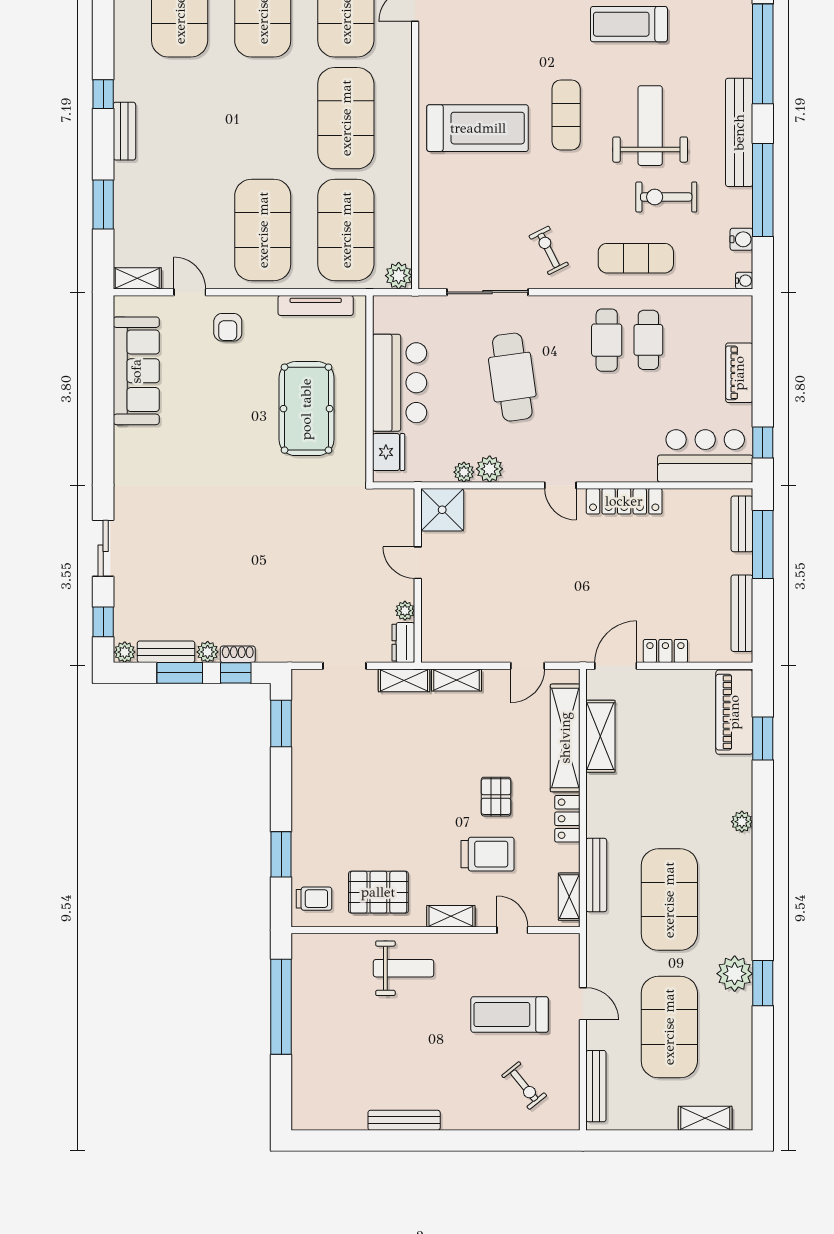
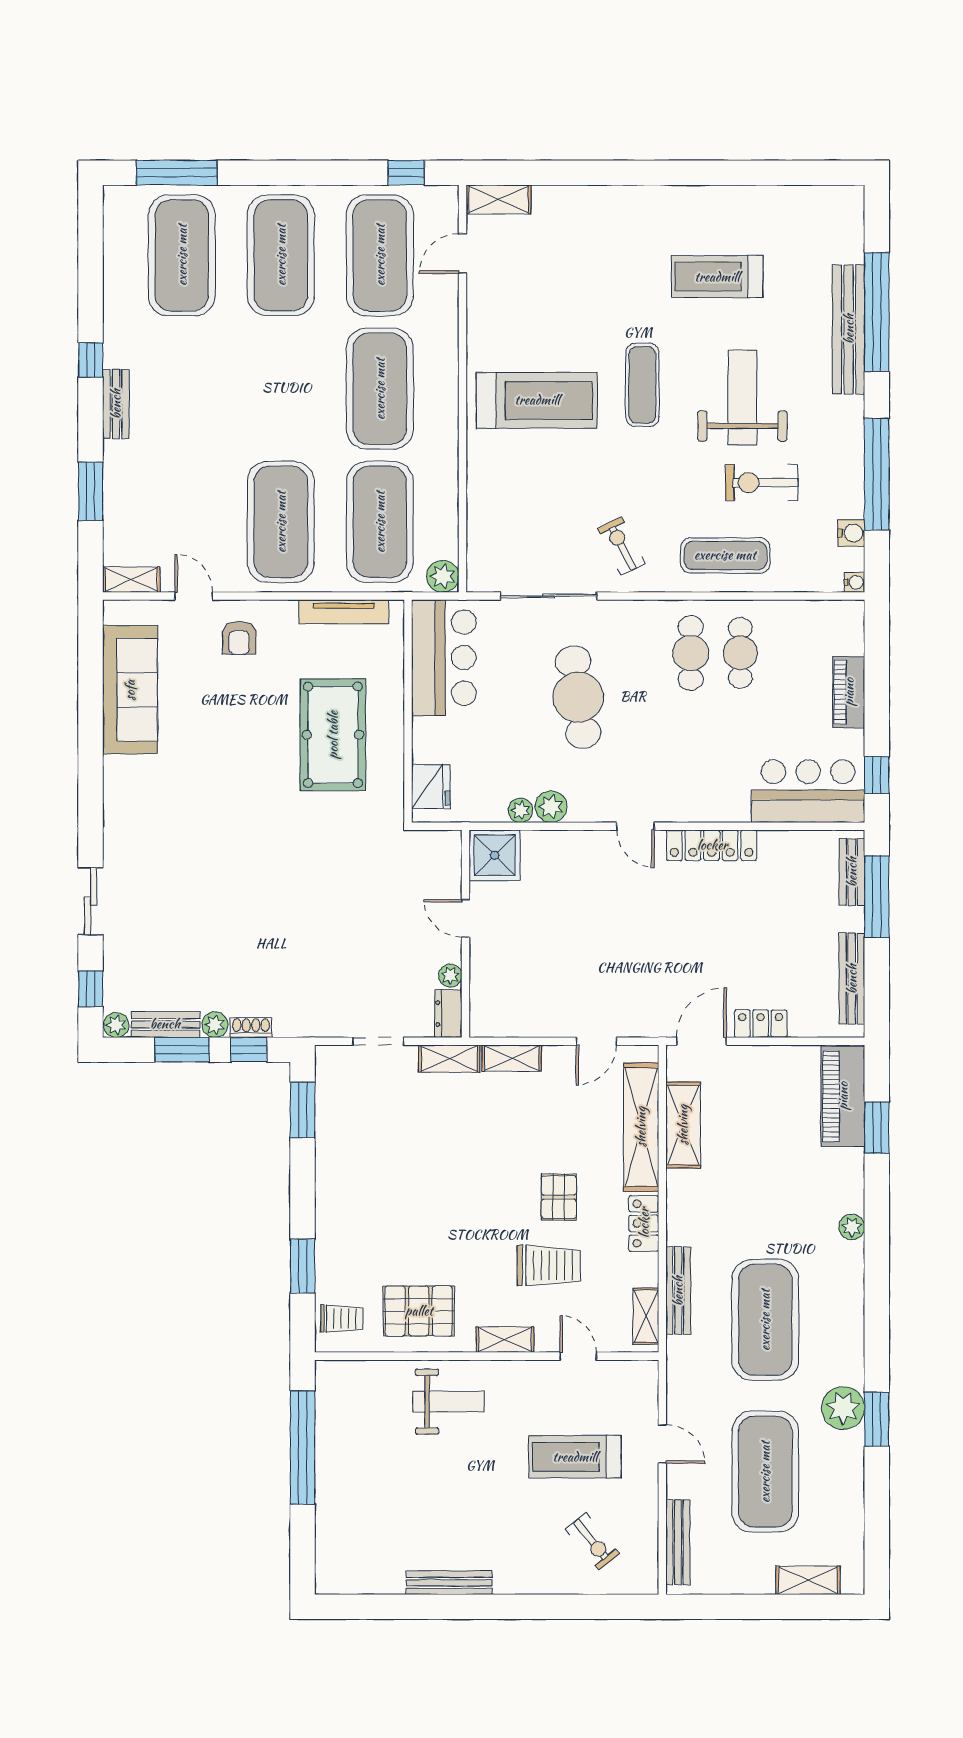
bench: (739, 132) -> (849, 329), moved
bar counter: (400, 383) -> (444, 658), moved

